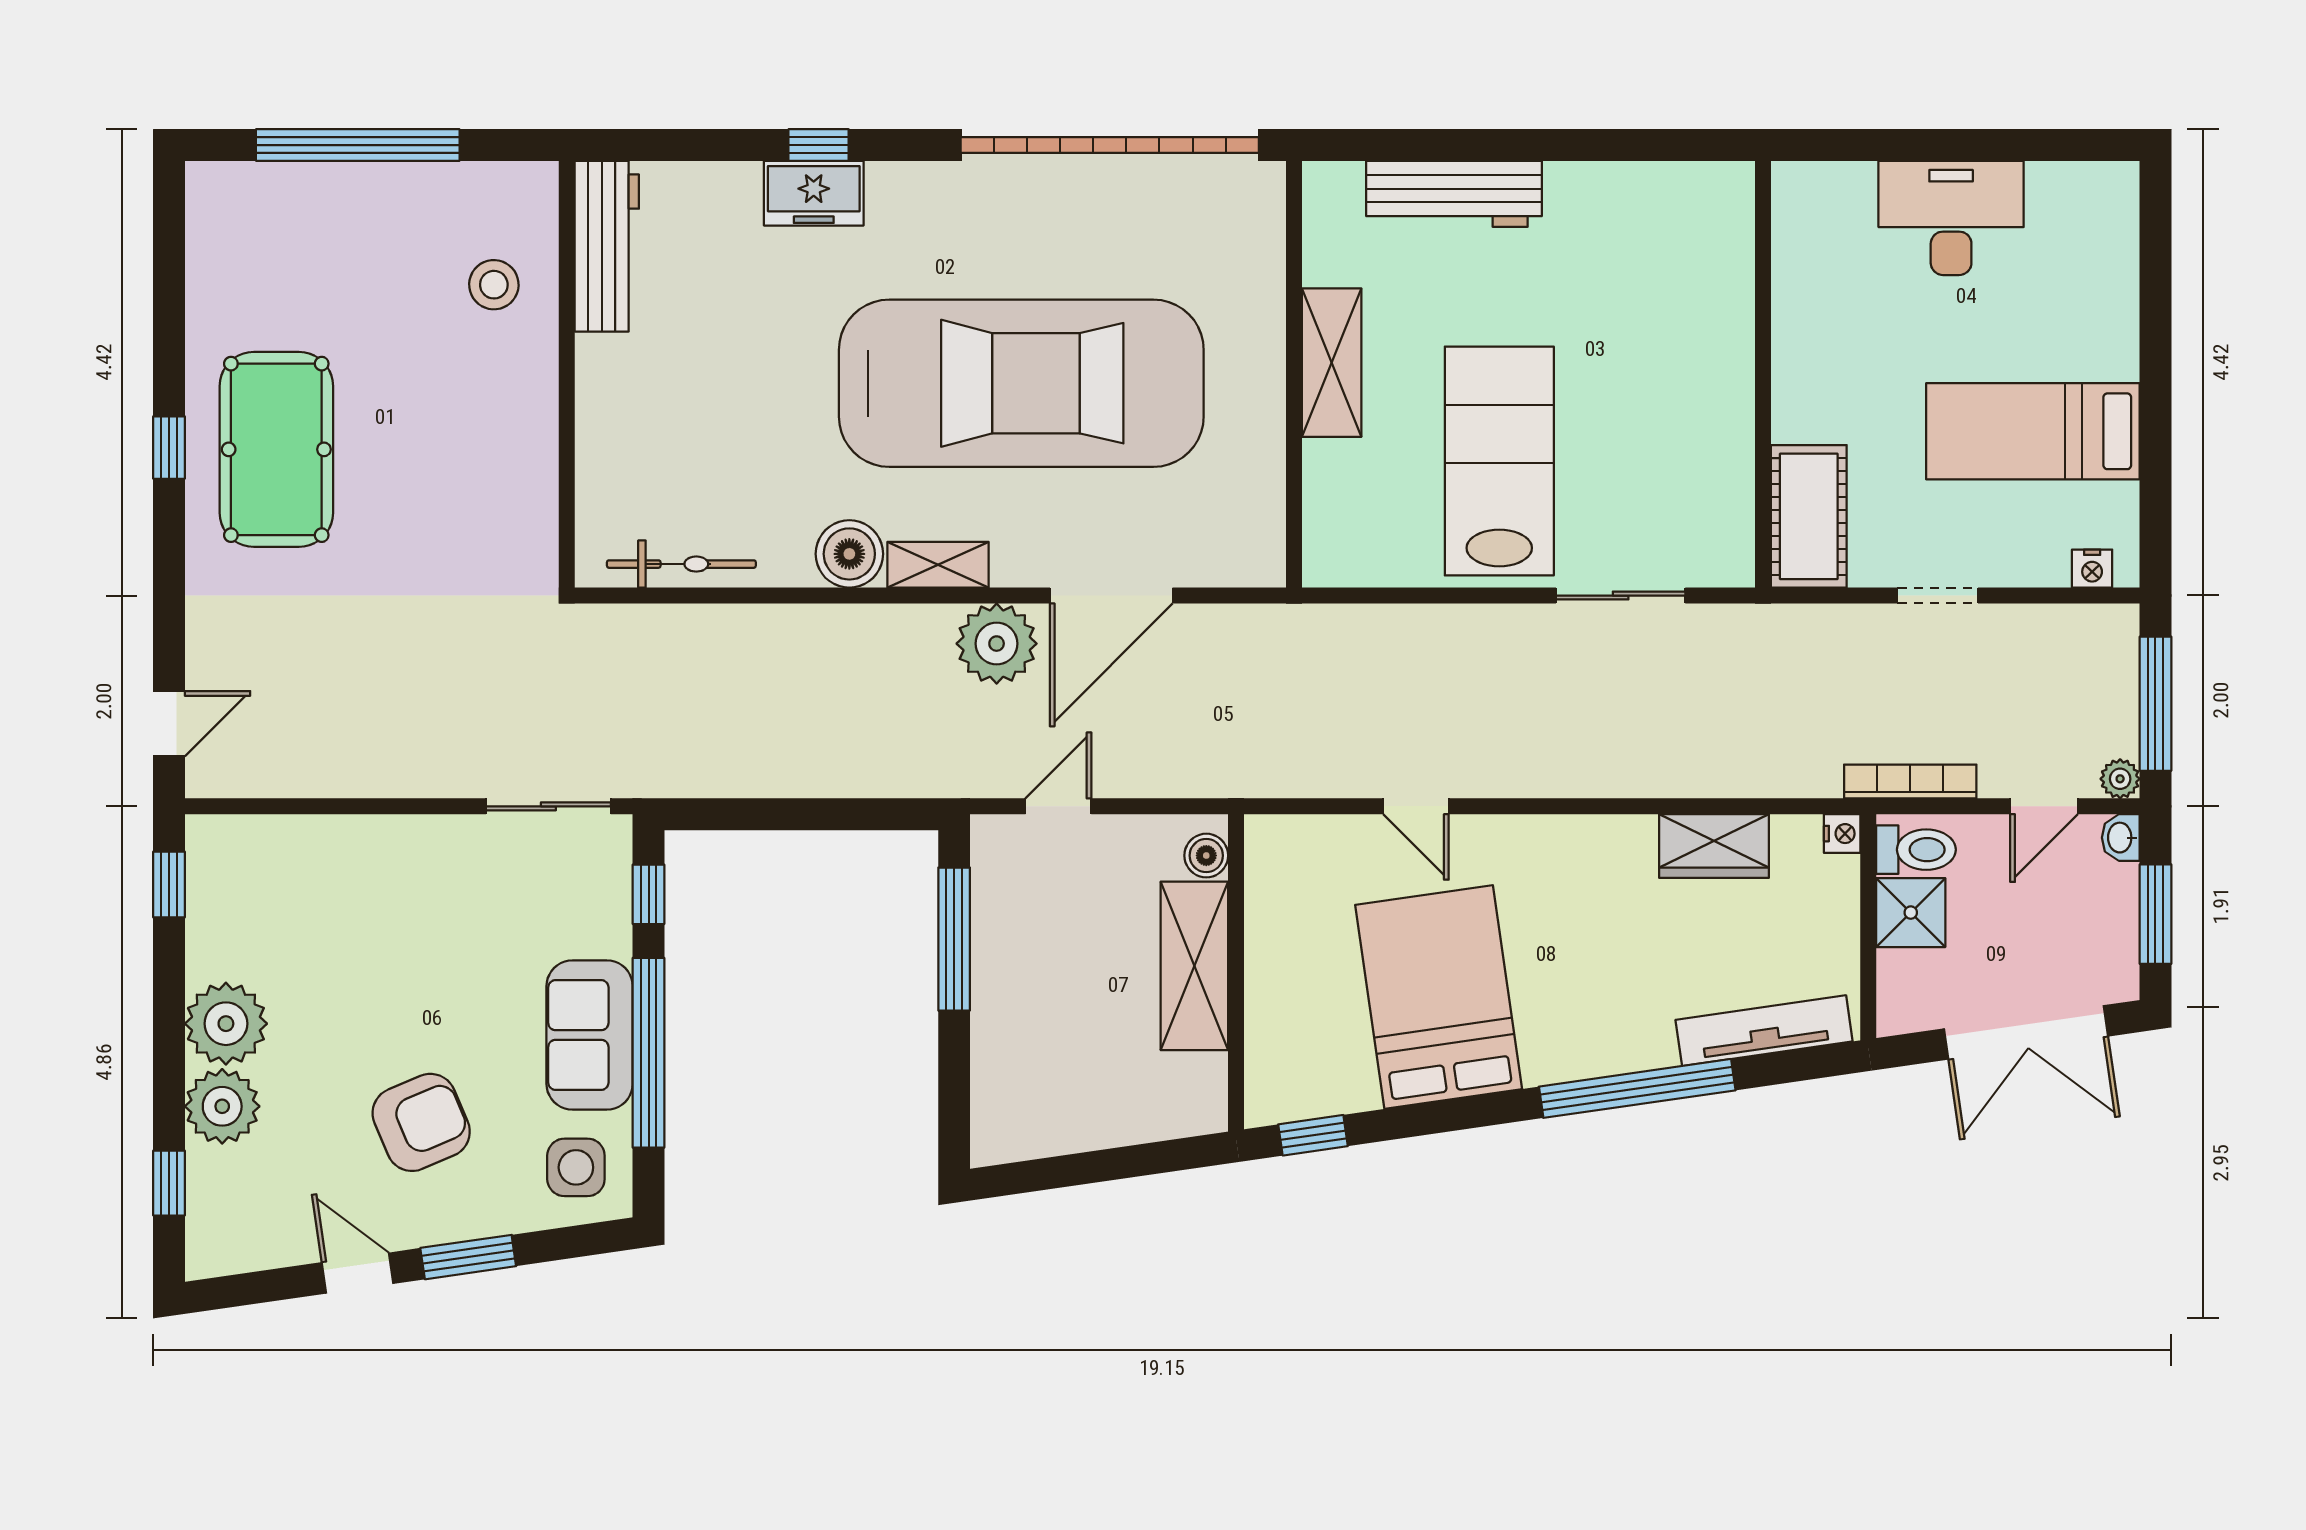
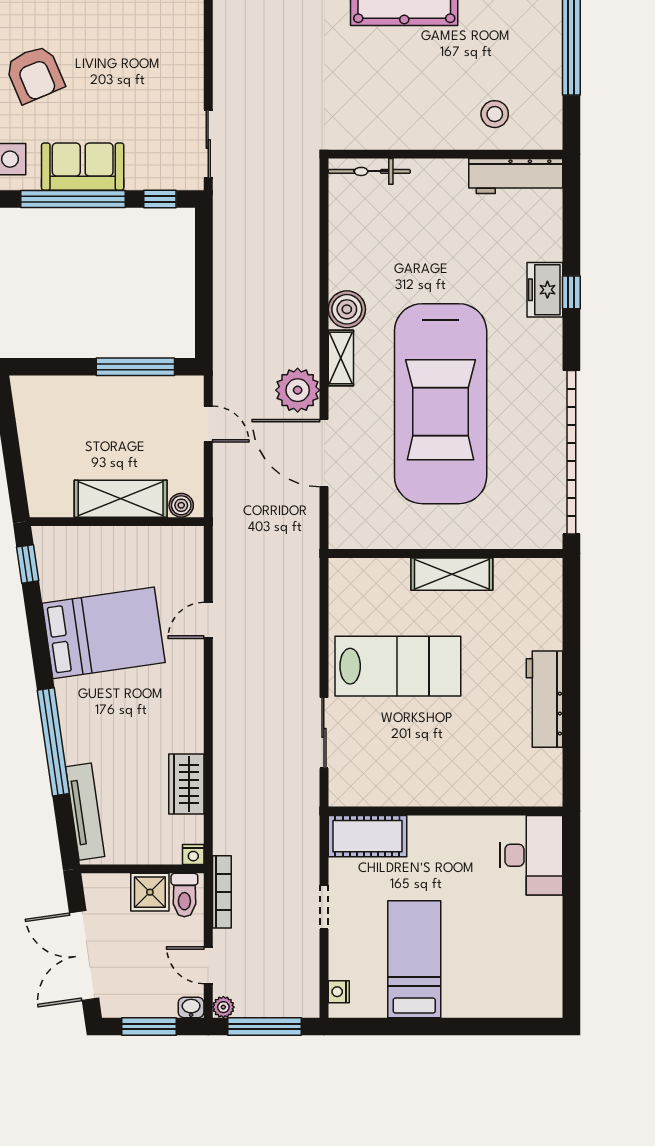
workbench: (1454, 194) -> (545, 699), moved
desk: (1951, 218) -> (531, 855), moved
bicycle: (681, 564) -> (369, 171), moved, turned 90

